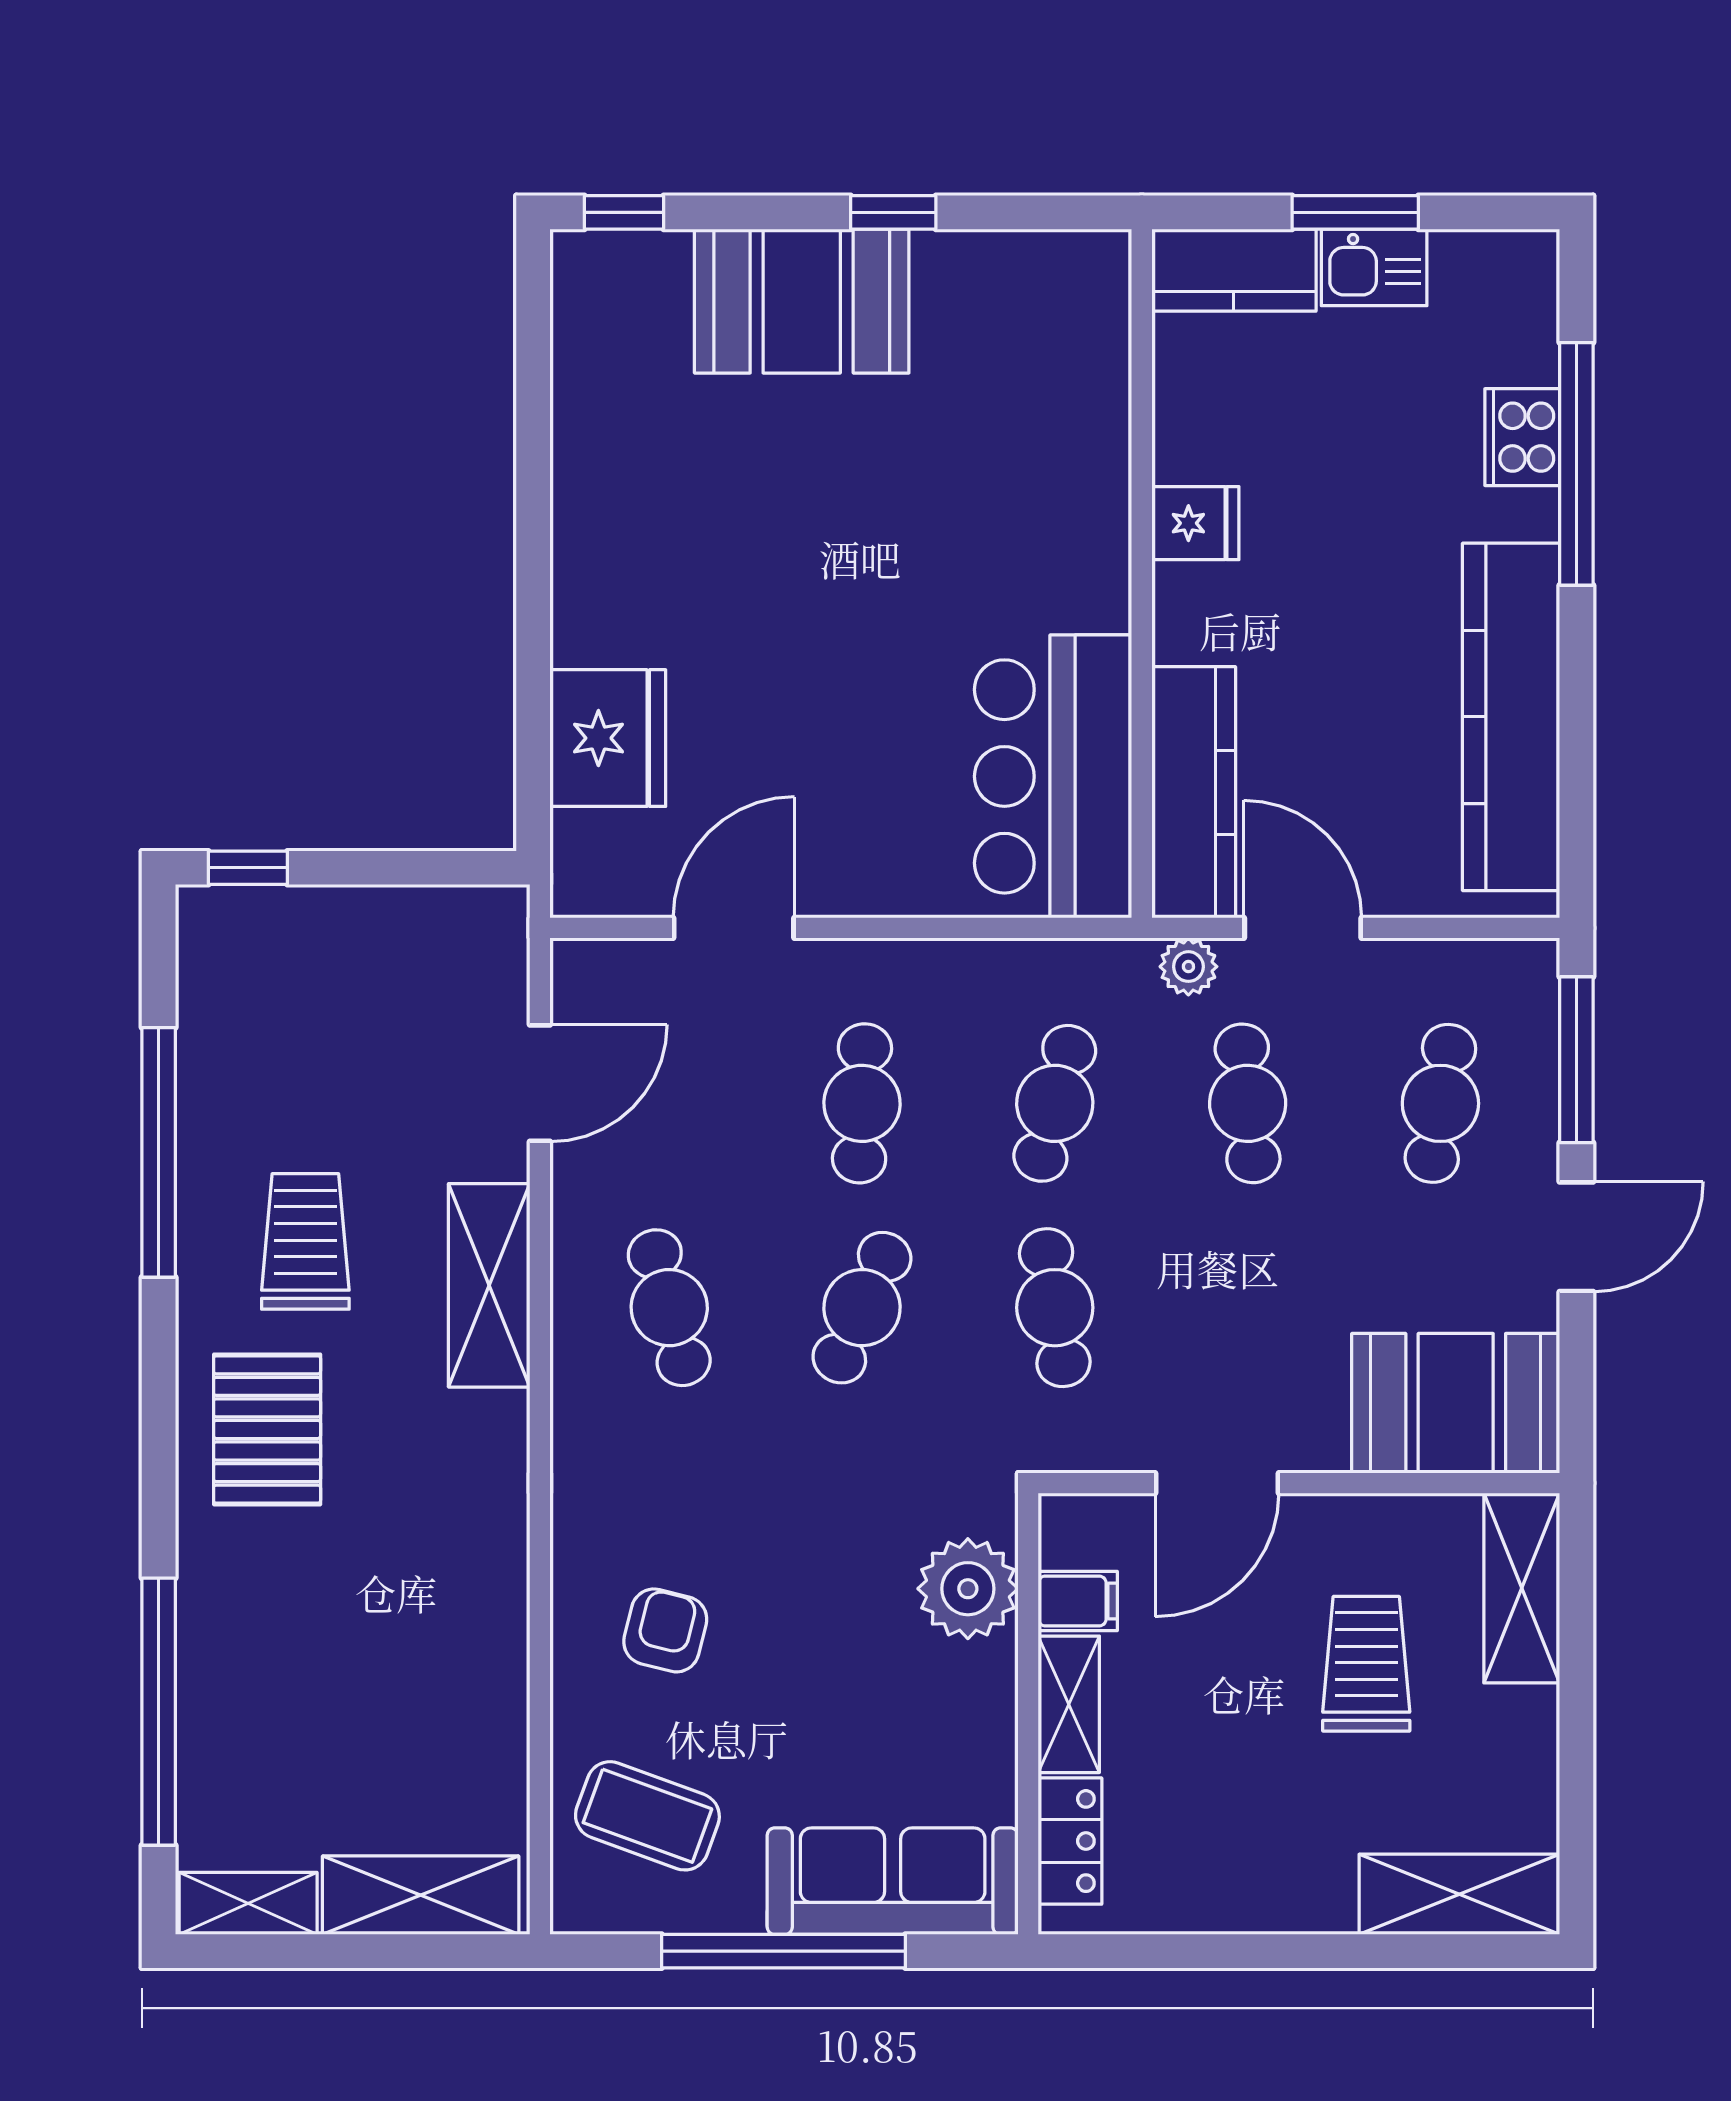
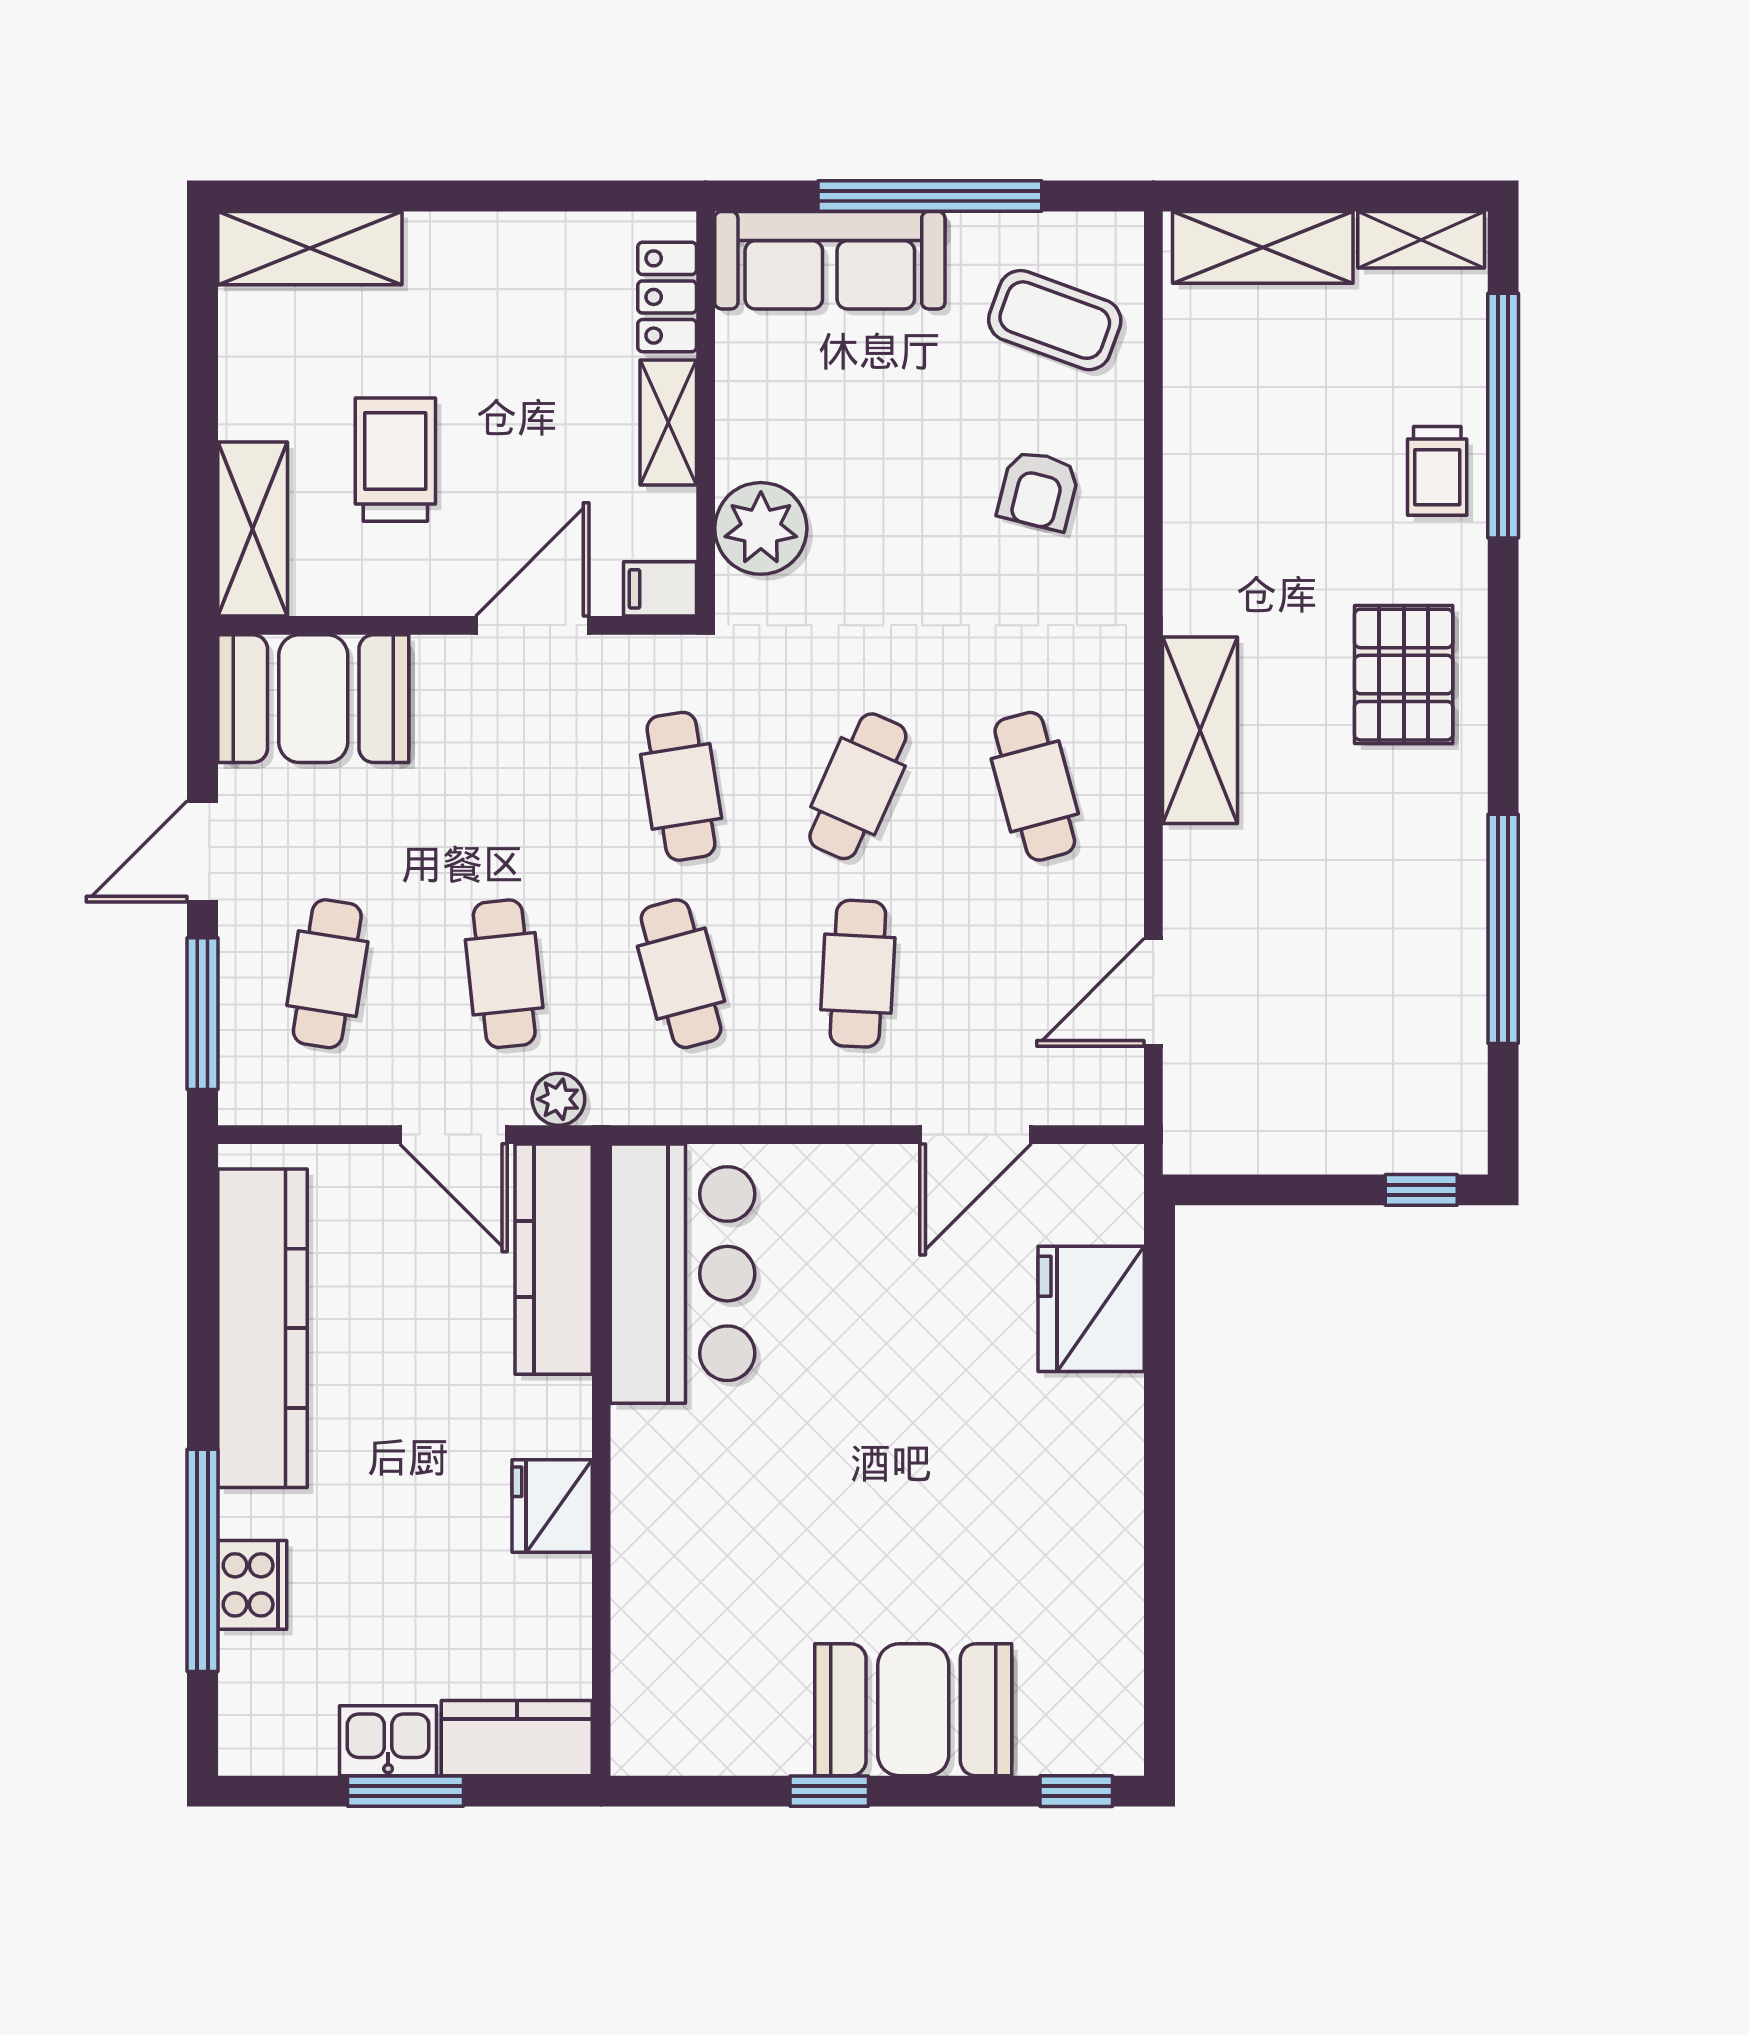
fridge: (1195, 523) -> (552, 1506), width x1.38
cafe table: (1055, 1103) -> (681, 974), turned -30
trolley: (305, 1241) -> (1437, 471), moved, width x0.73, depth x0.72
shelving: (489, 1285) -> (1200, 730), moved
filing cabinet: (1078, 1601) -> (660, 589), moved
trolley: (1366, 1664) -> (395, 460), turned 180

